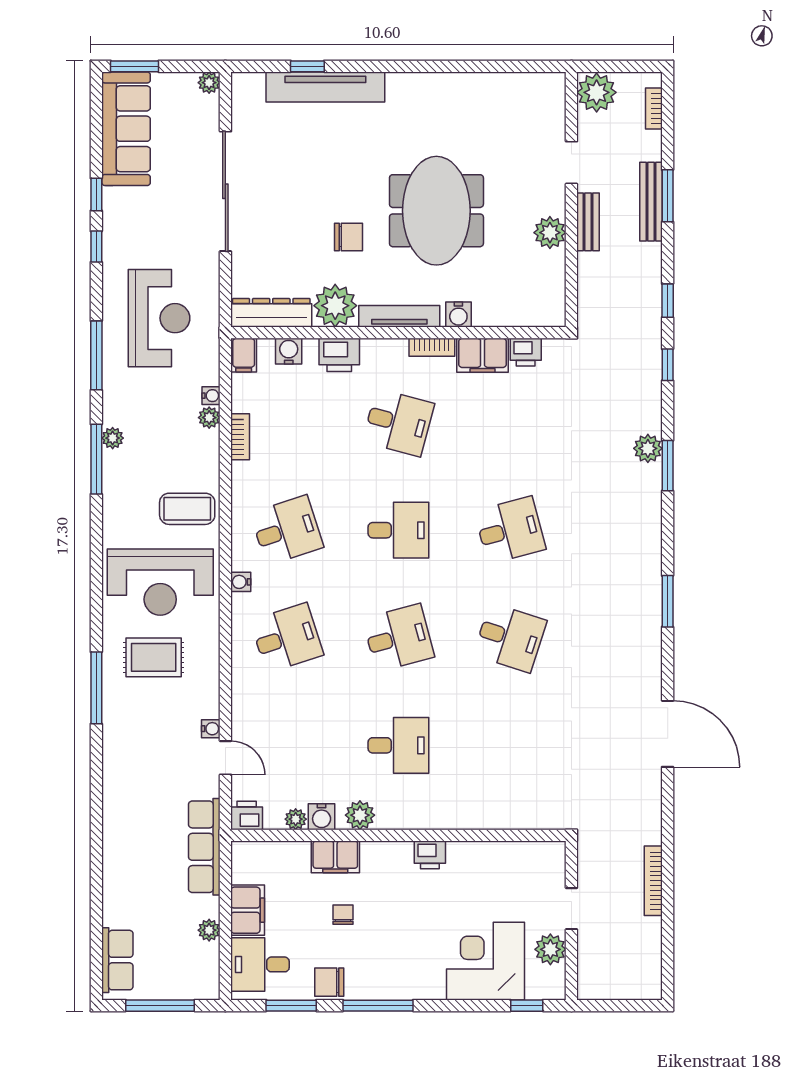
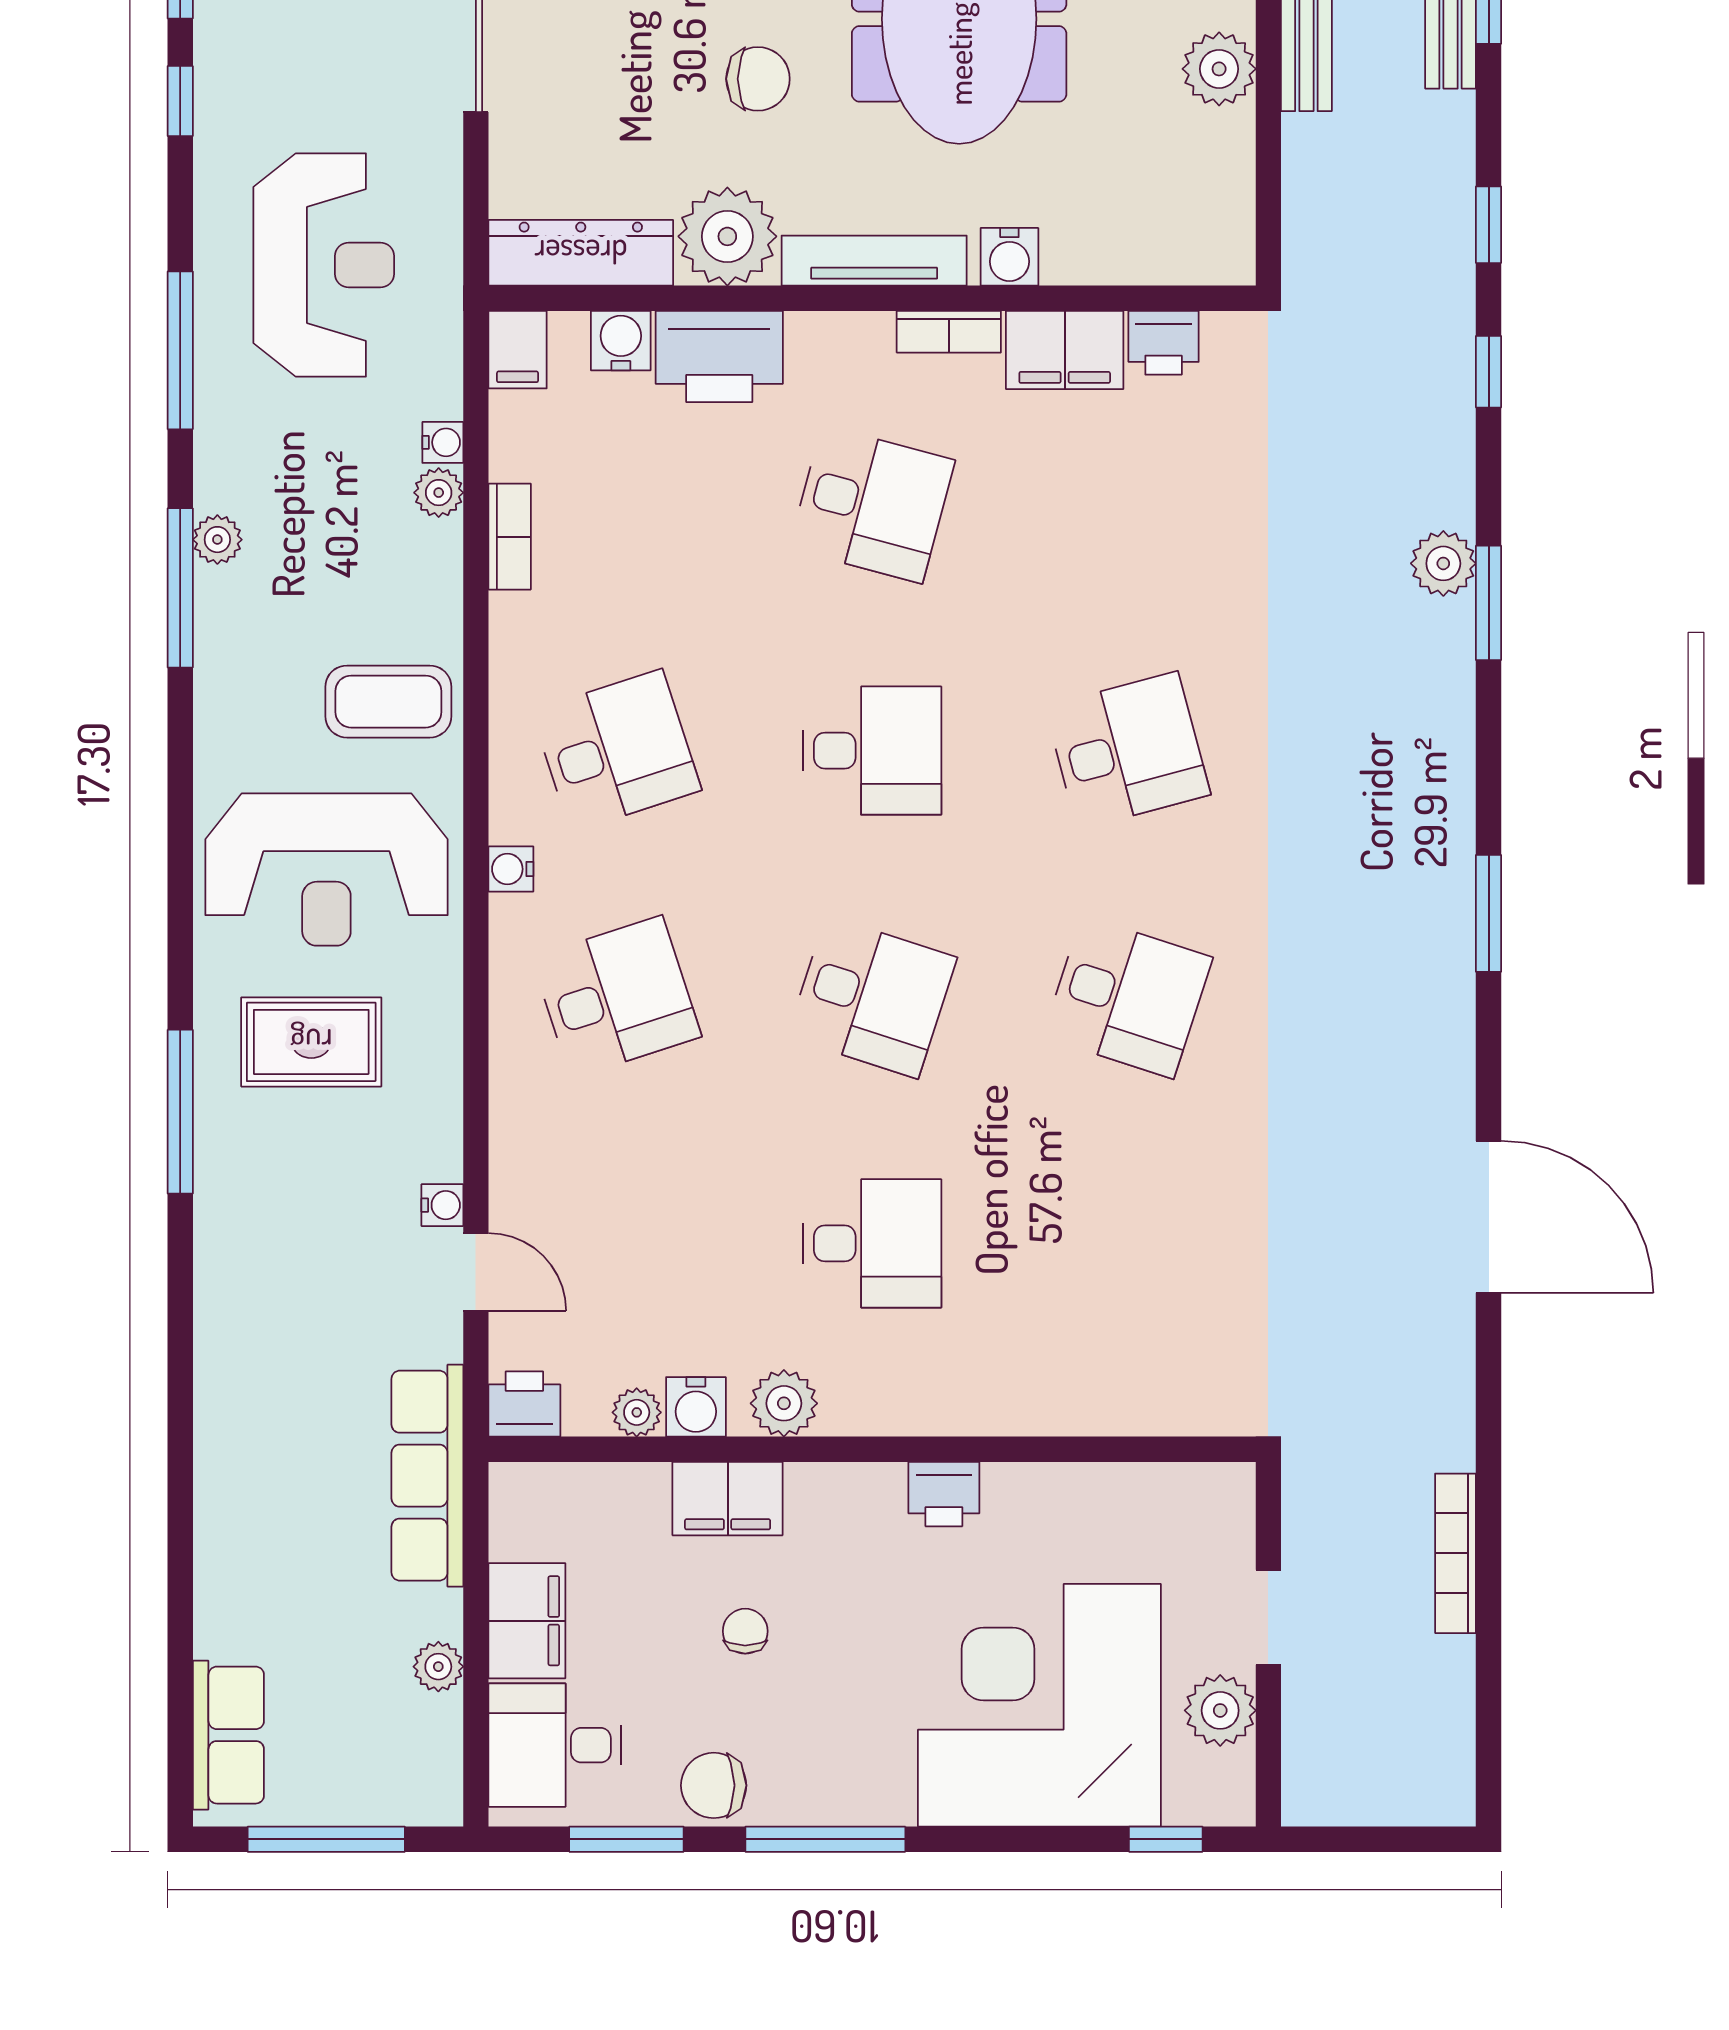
printer: (339, 355) -> (719, 357), width x1.37, depth x1.19
desk: (398, 638) -> (872, 997), turned 33
corner desk: (486, 961) -> (1039, 1705), width x1.36, depth x1.36

